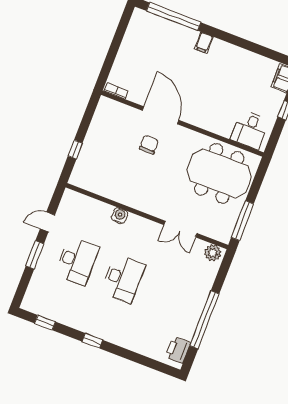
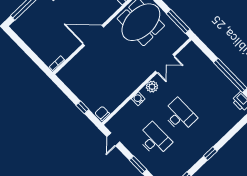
door: (160, 115) -> (93, 35), moved
chair: (149, 145) -> (102, 113), moved
door: (47, 222) -> (113, 139), moved
plant: (213, 253) -> (152, 87), moved

